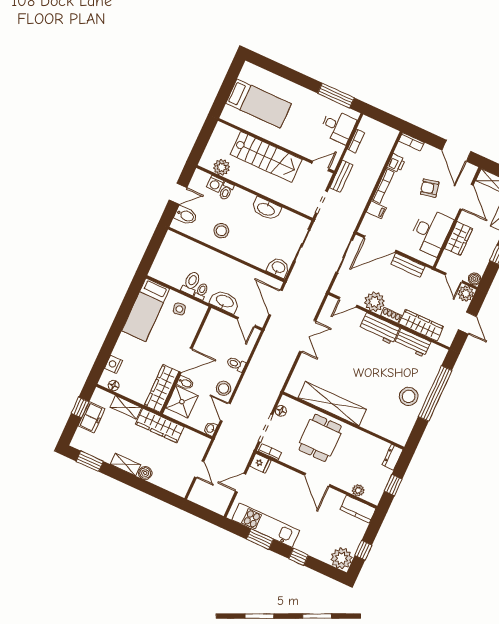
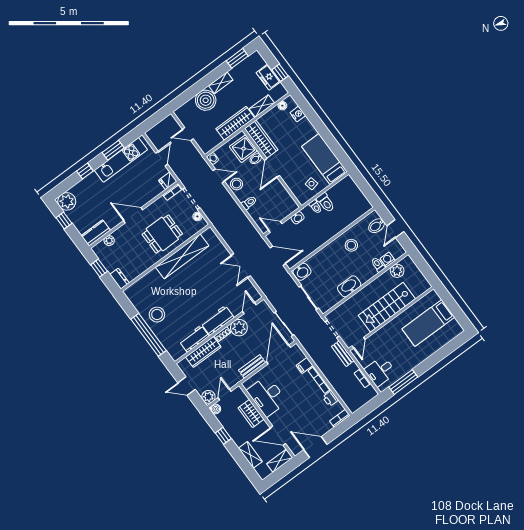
armchair: (430, 188) -> (299, 413), removed
door: (454, 278) -> (225, 394), hinge flipped
washbasin: (225, 302) -> (298, 218), width x0.52, depth x0.69
dining table: (320, 438) -> (162, 234), turned 90
boiler: (145, 473) -> (206, 100), width x1.86, depth x1.86

